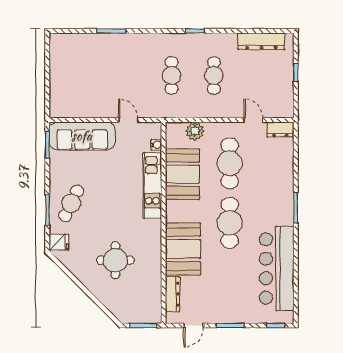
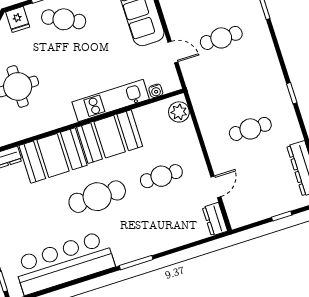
cafe table: (172, 75) -> (221, 38), moved
door: (128, 120) -> (173, 52), hinge flipped
plant: (195, 131) -> (179, 112), moved
cafe table: (230, 163) -> (161, 176), width x0.73, depth x0.74
booth: (182, 174) -> (110, 137), moved

